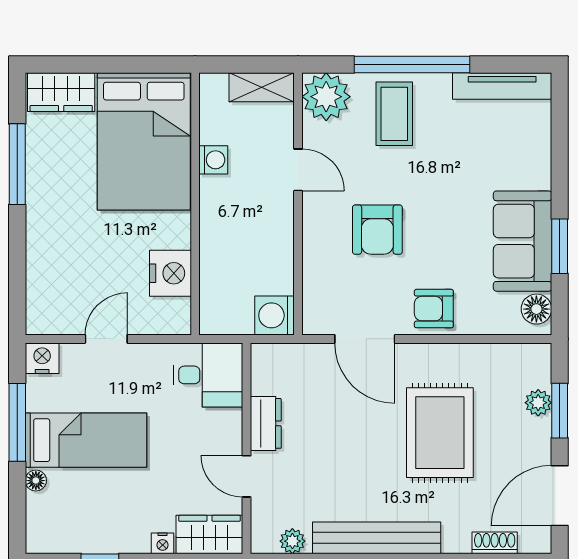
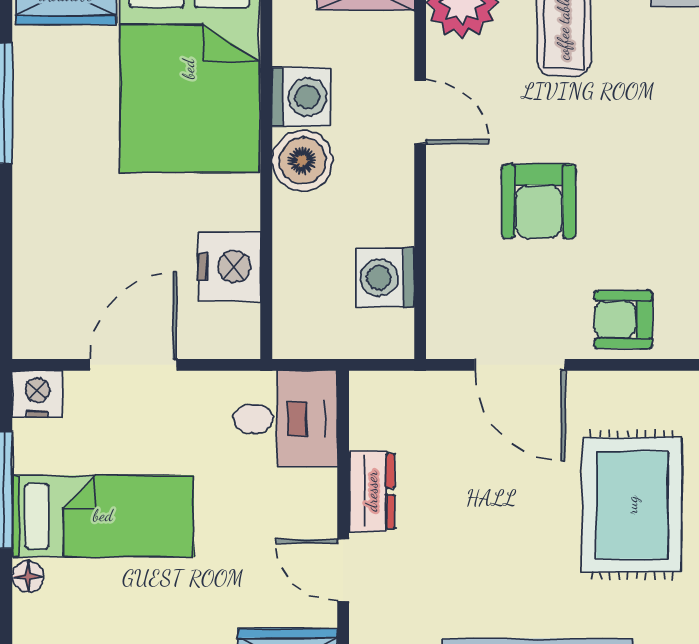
washing machine: (213, 160) -> (301, 97), width x1.38, depth x1.38
boiler: (219, 202) -> (302, 161), added
washing machine: (275, 315) -> (385, 277), moved
door: (106, 339) -> (133, 365), width x1.38

